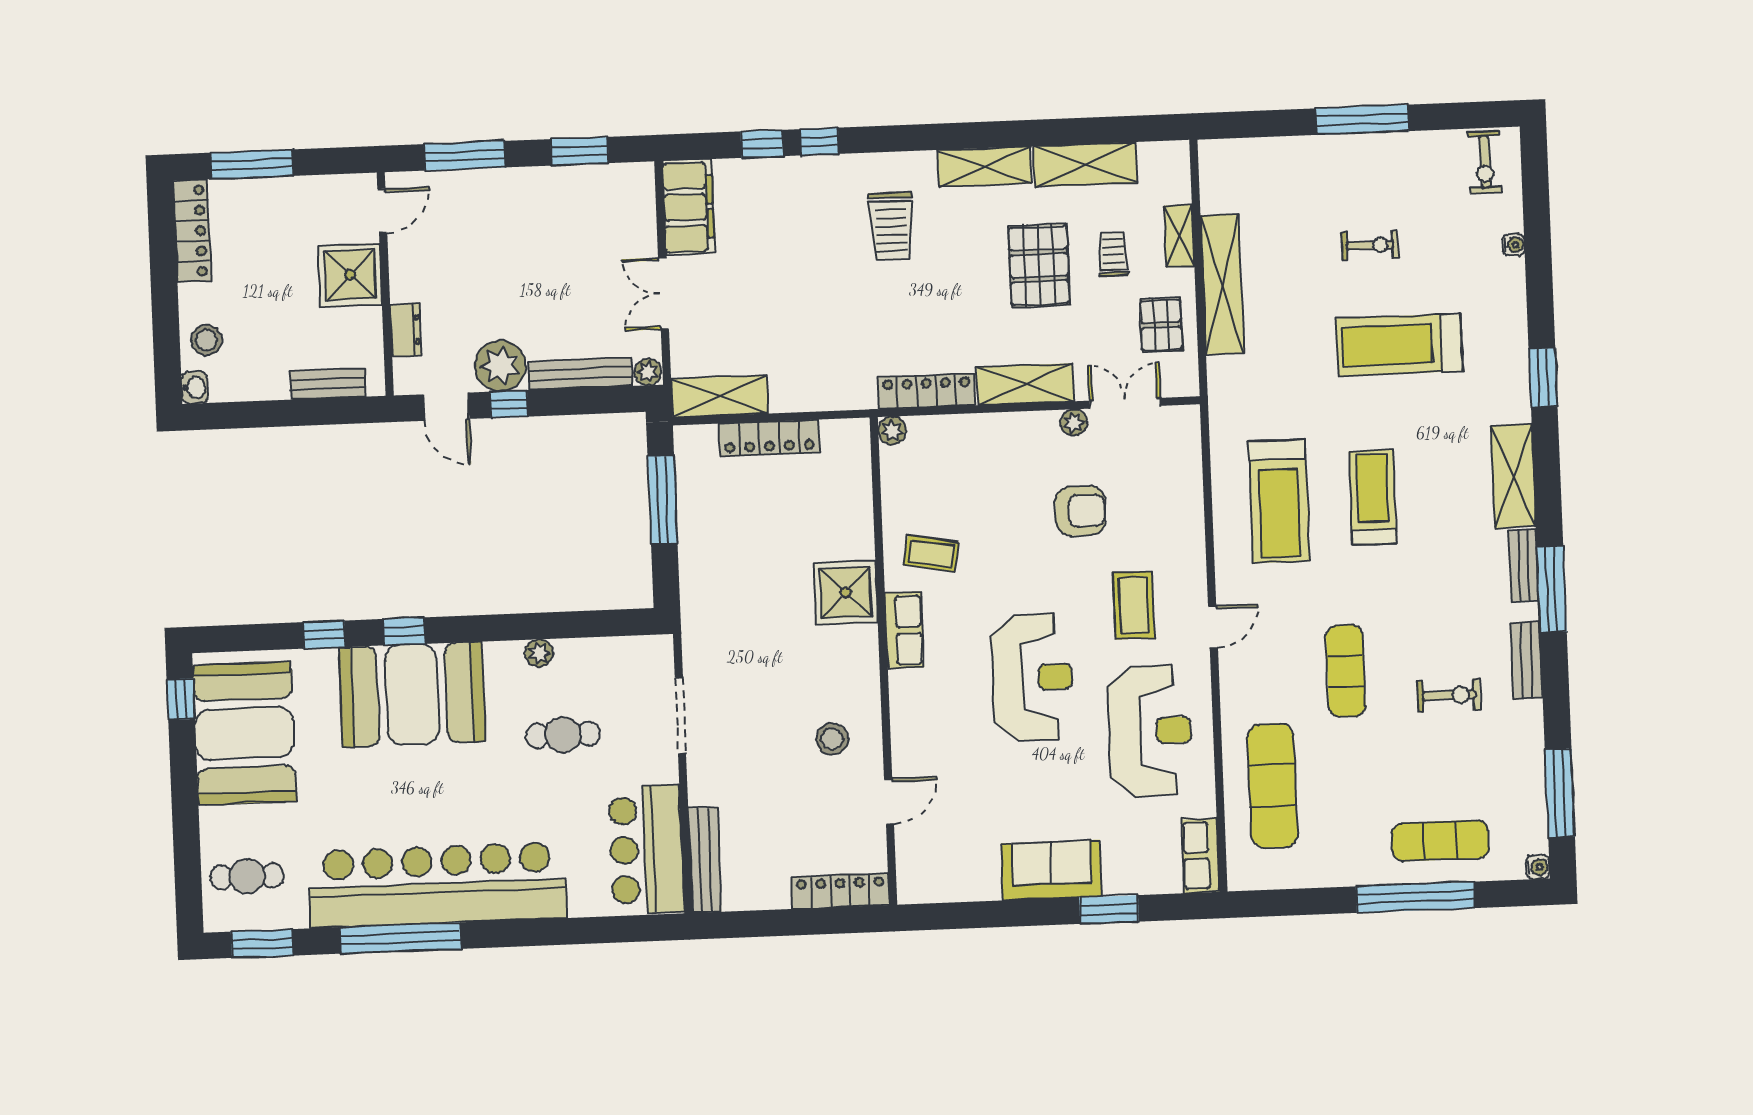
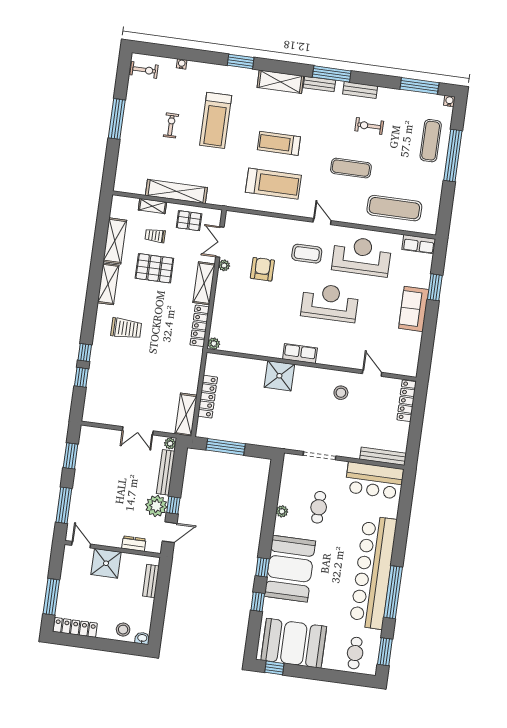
filing cabinet: (688, 207) -> (103, 414), removed
coffee table: (931, 554) -> (269, 336), removed
exercise bike: (1449, 695) -> (369, 126), turned -90

